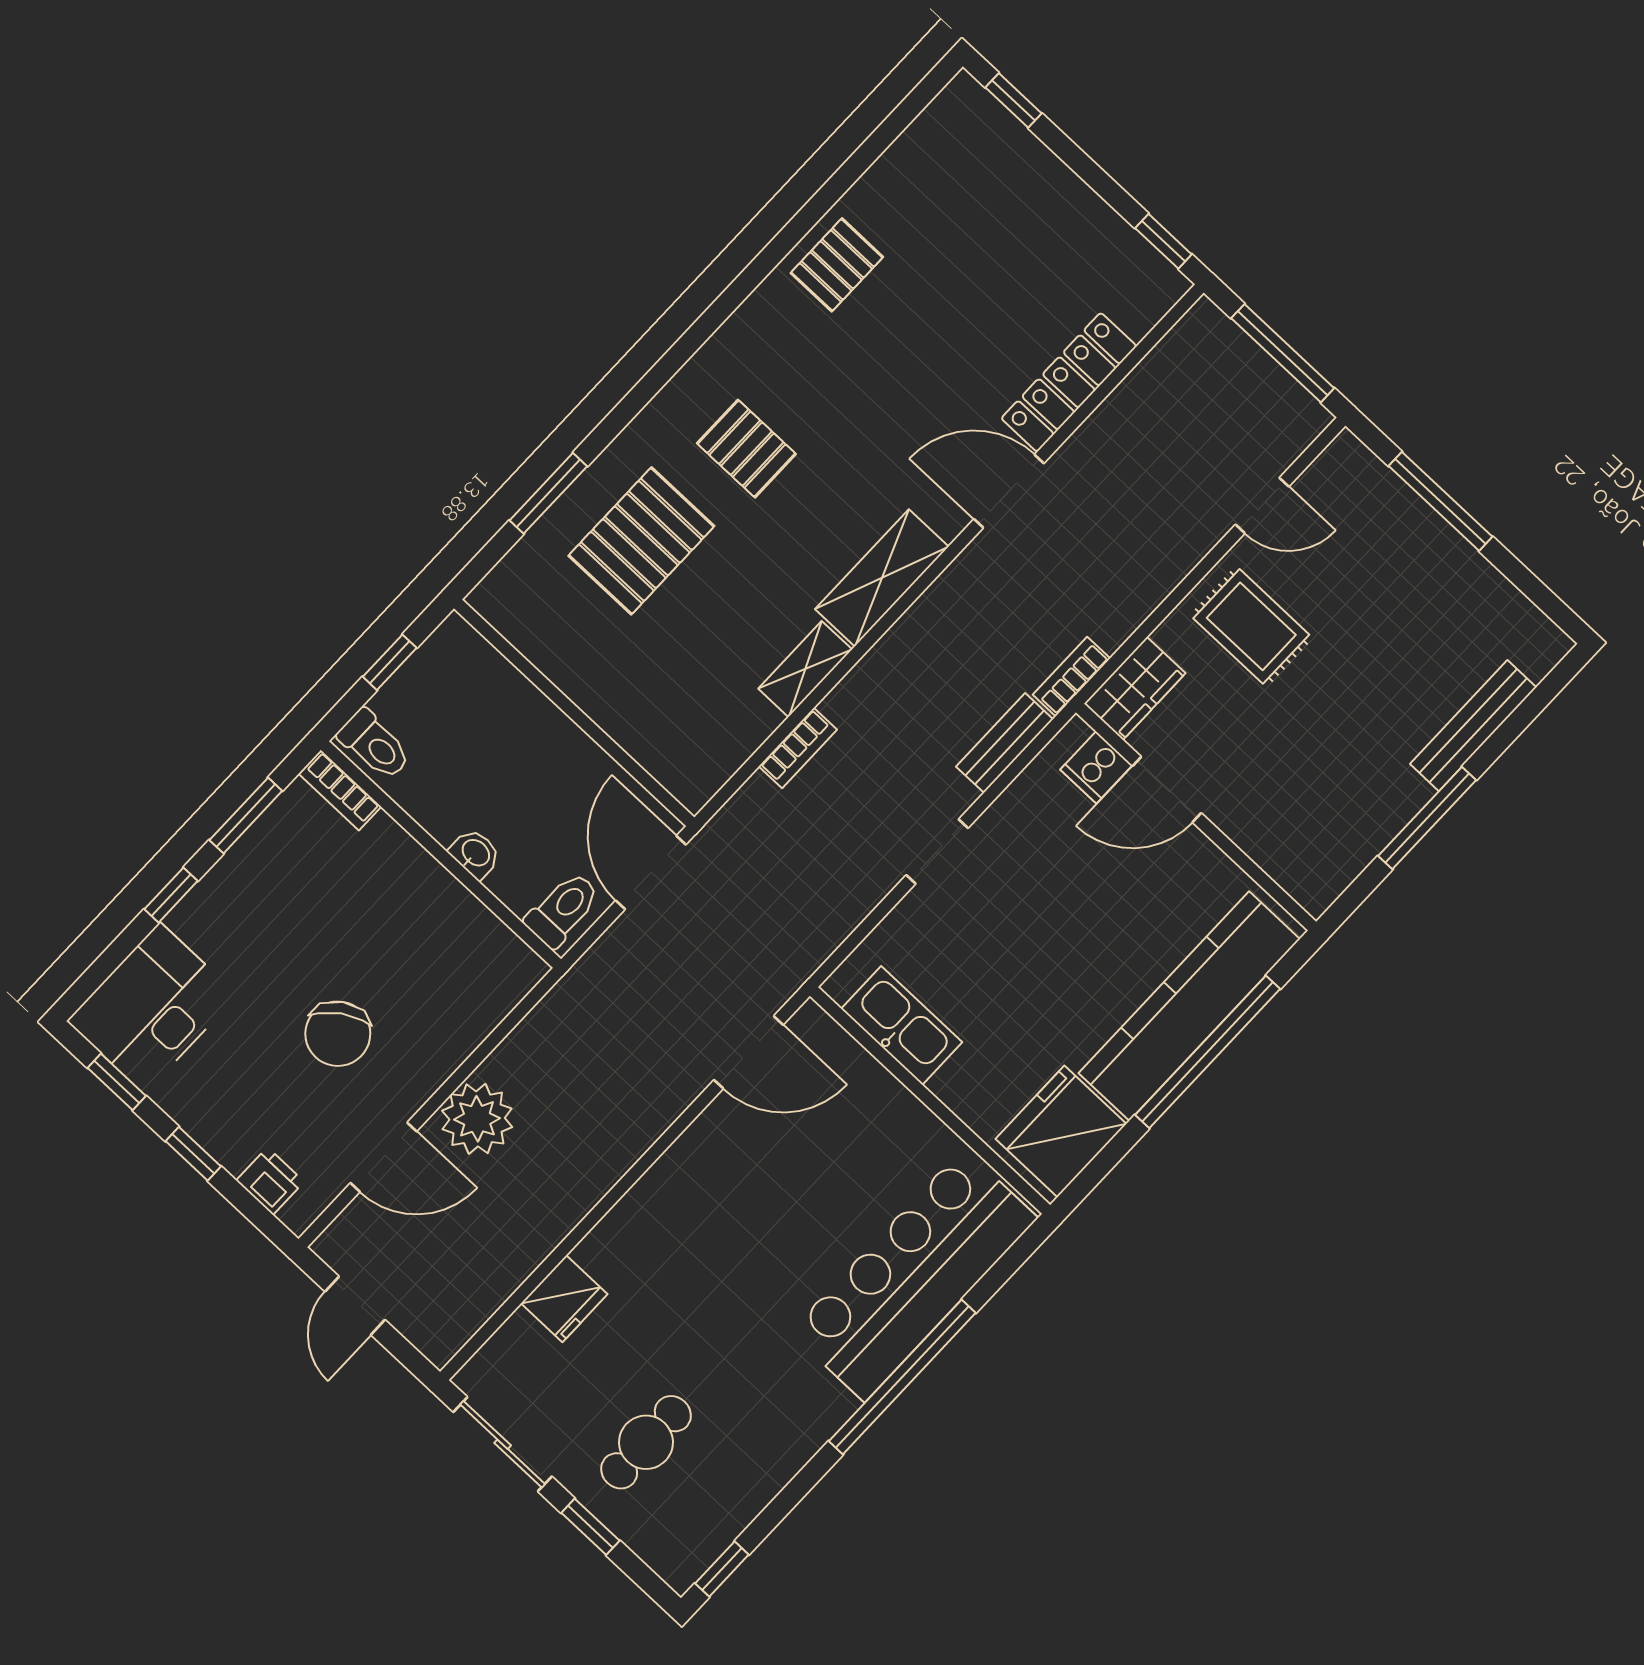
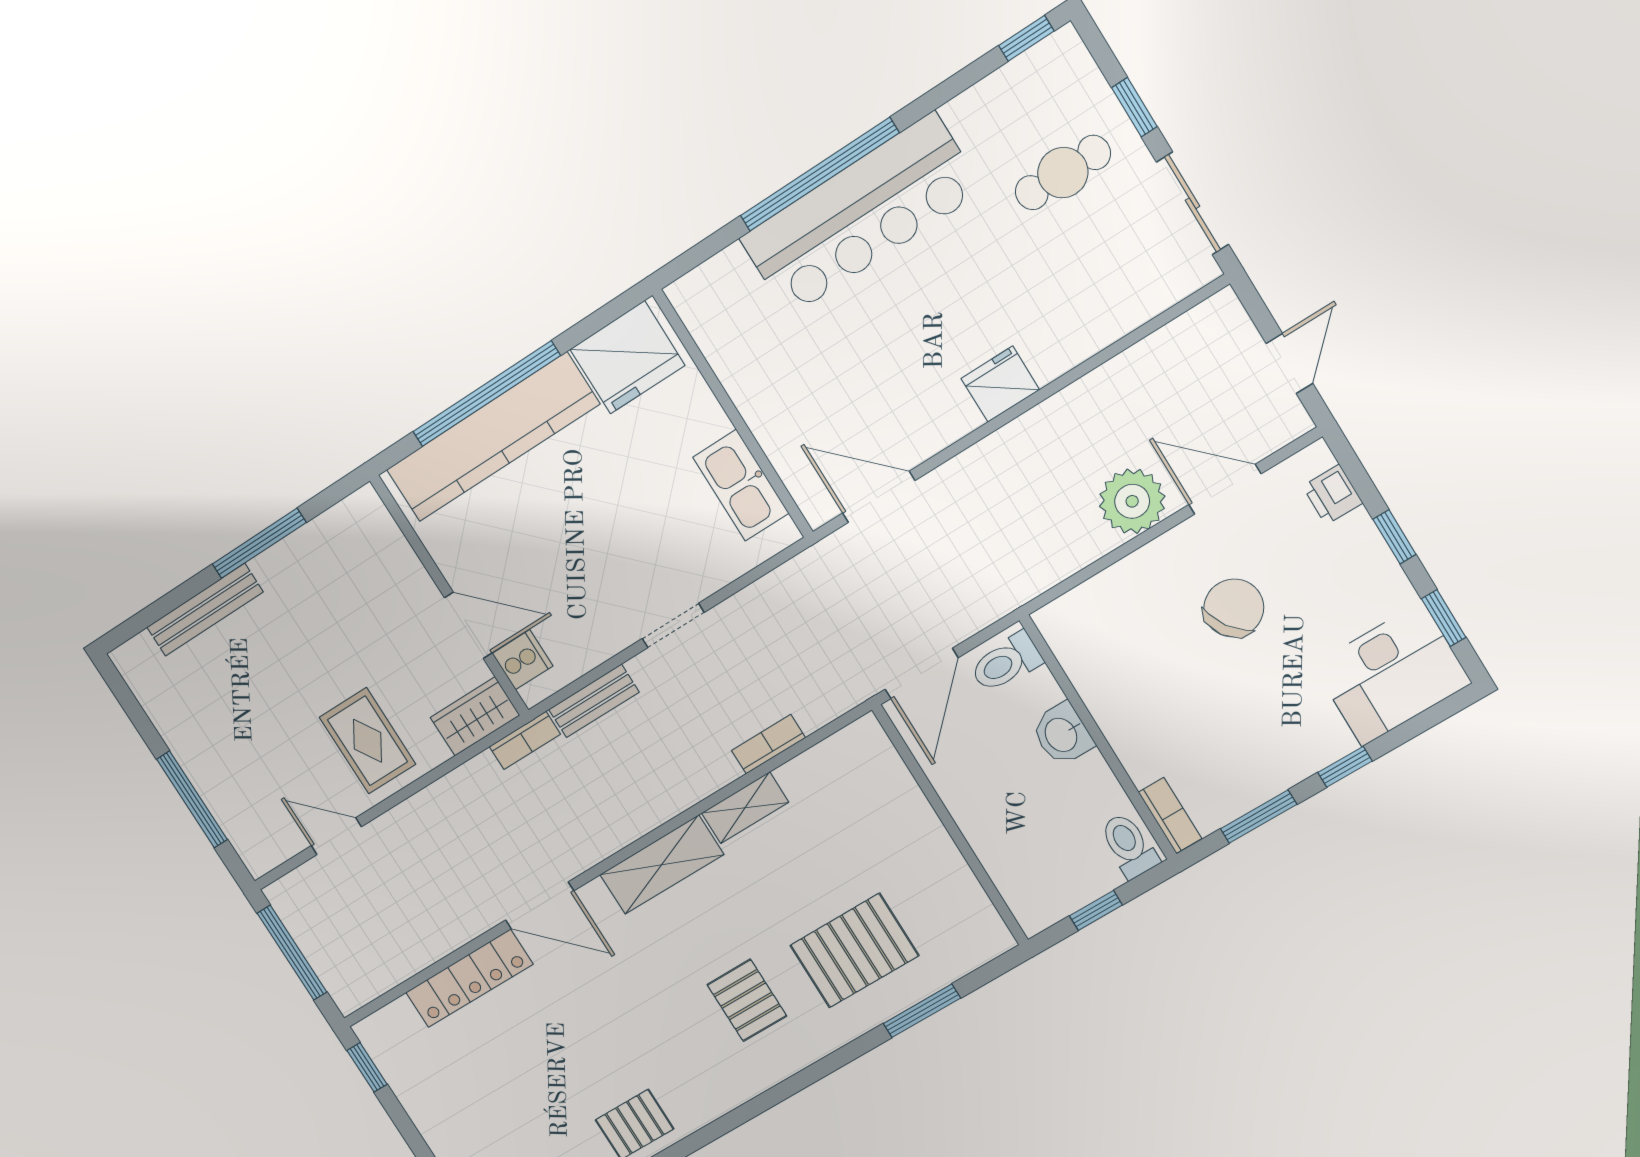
washbasin: (475, 853) -> (1062, 734), width x1.38, depth x1.45
bar counter: (914, 1275) -> (861, 215), moved
fridge: (564, 1299) -> (1000, 384), moved

